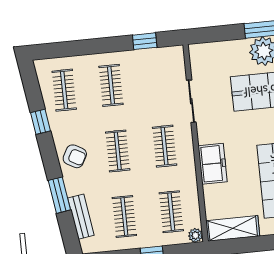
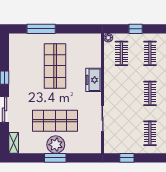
clothes rail: (165, 146) -> (121, 93), removed
shelving: (233, 228) -> (85, 40), removed

